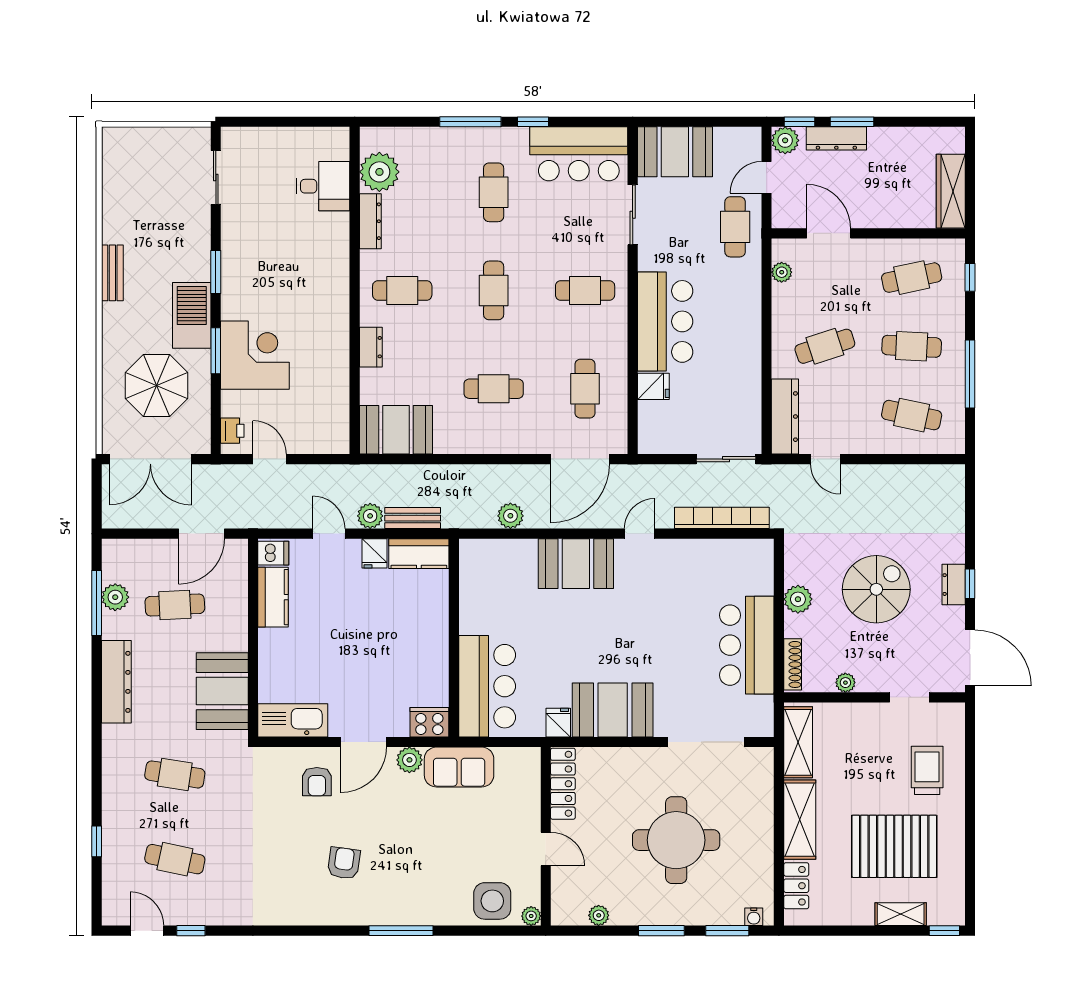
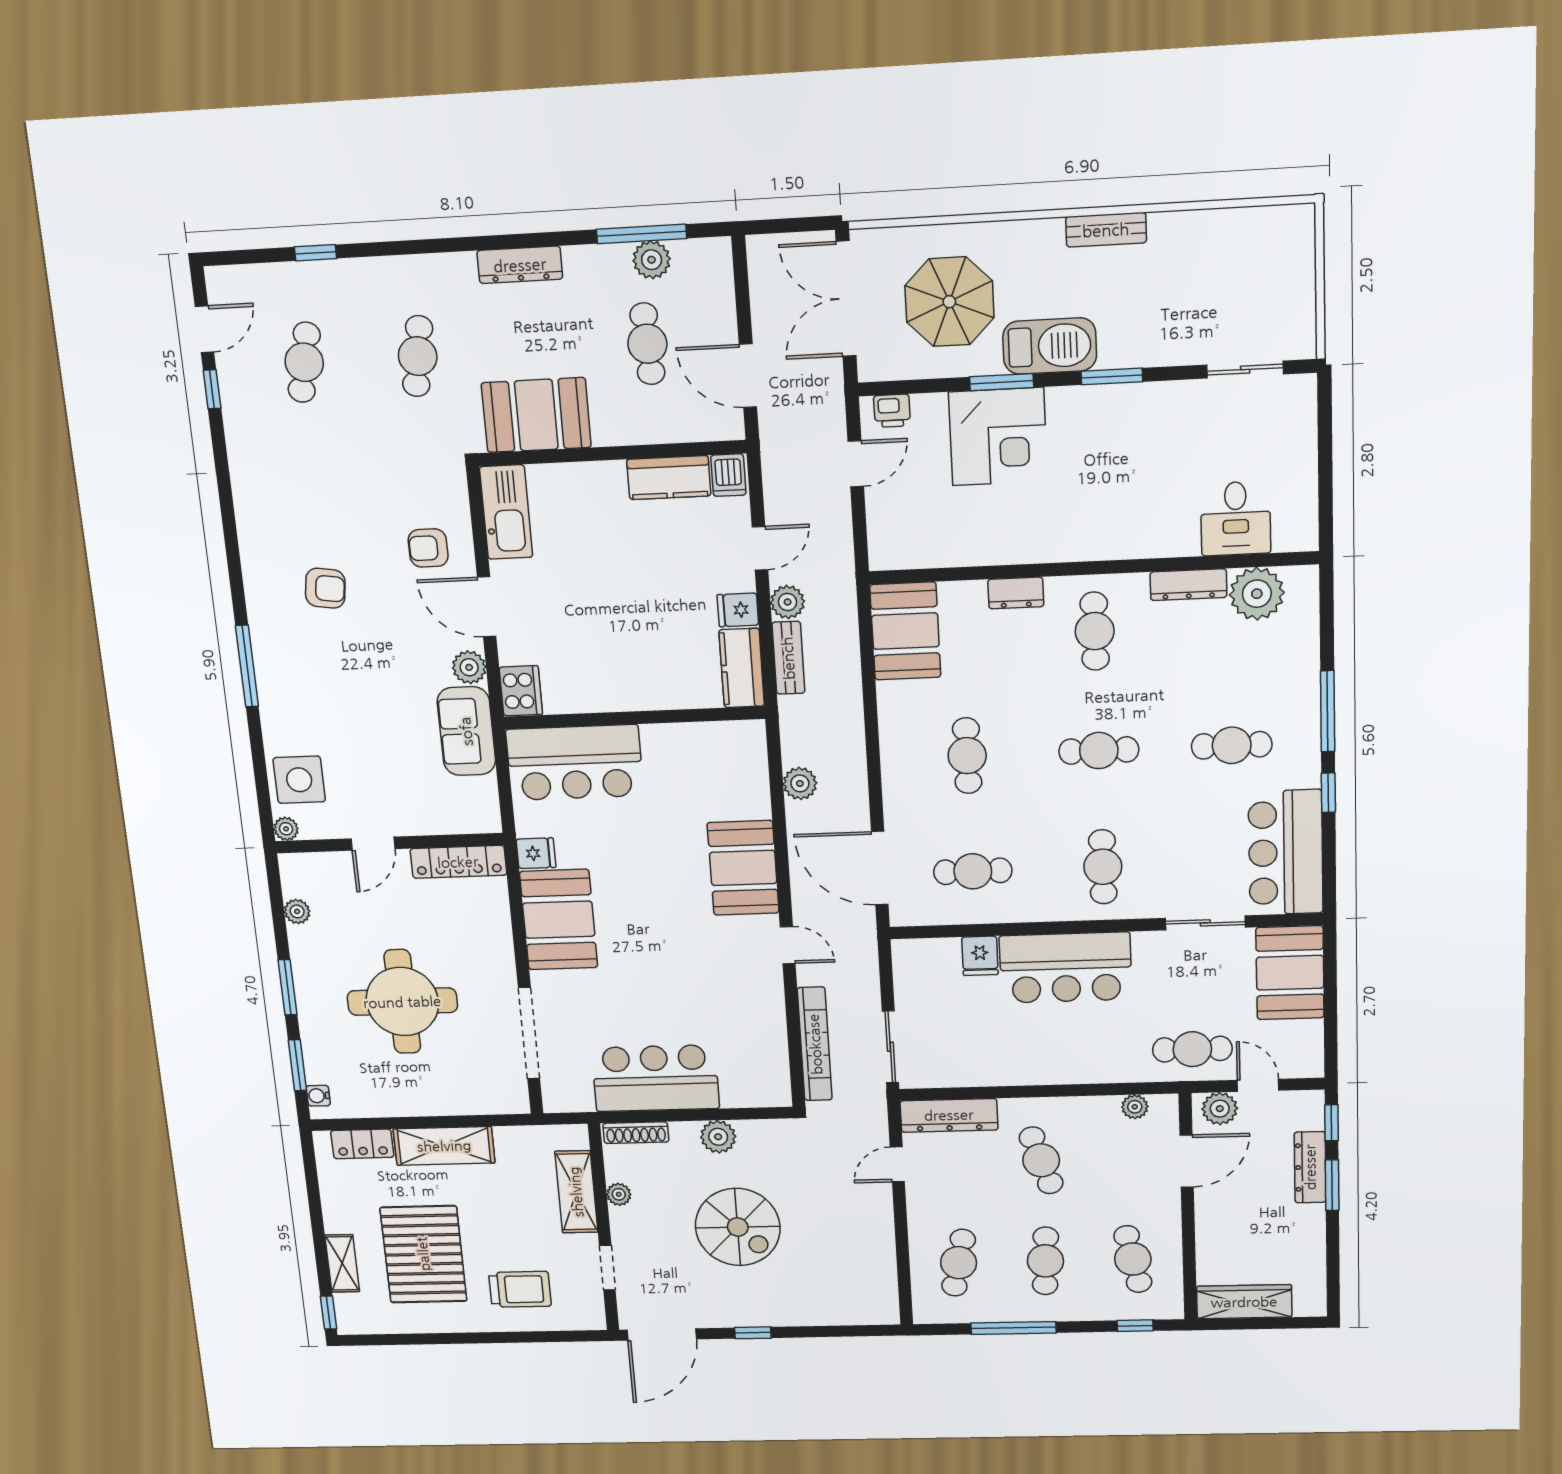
plant: (785, 140) -> (1220, 1109), moved
dresser: (954, 585) -> (750, 1314), removed
dresser: (116, 682) -> (520, 265), width x0.73, depth x0.80
shelving: (798, 742) -> (576, 1192), moved, turned 90

